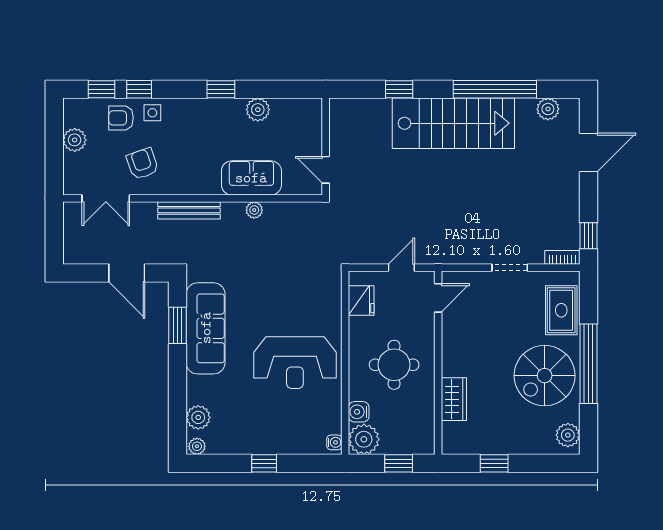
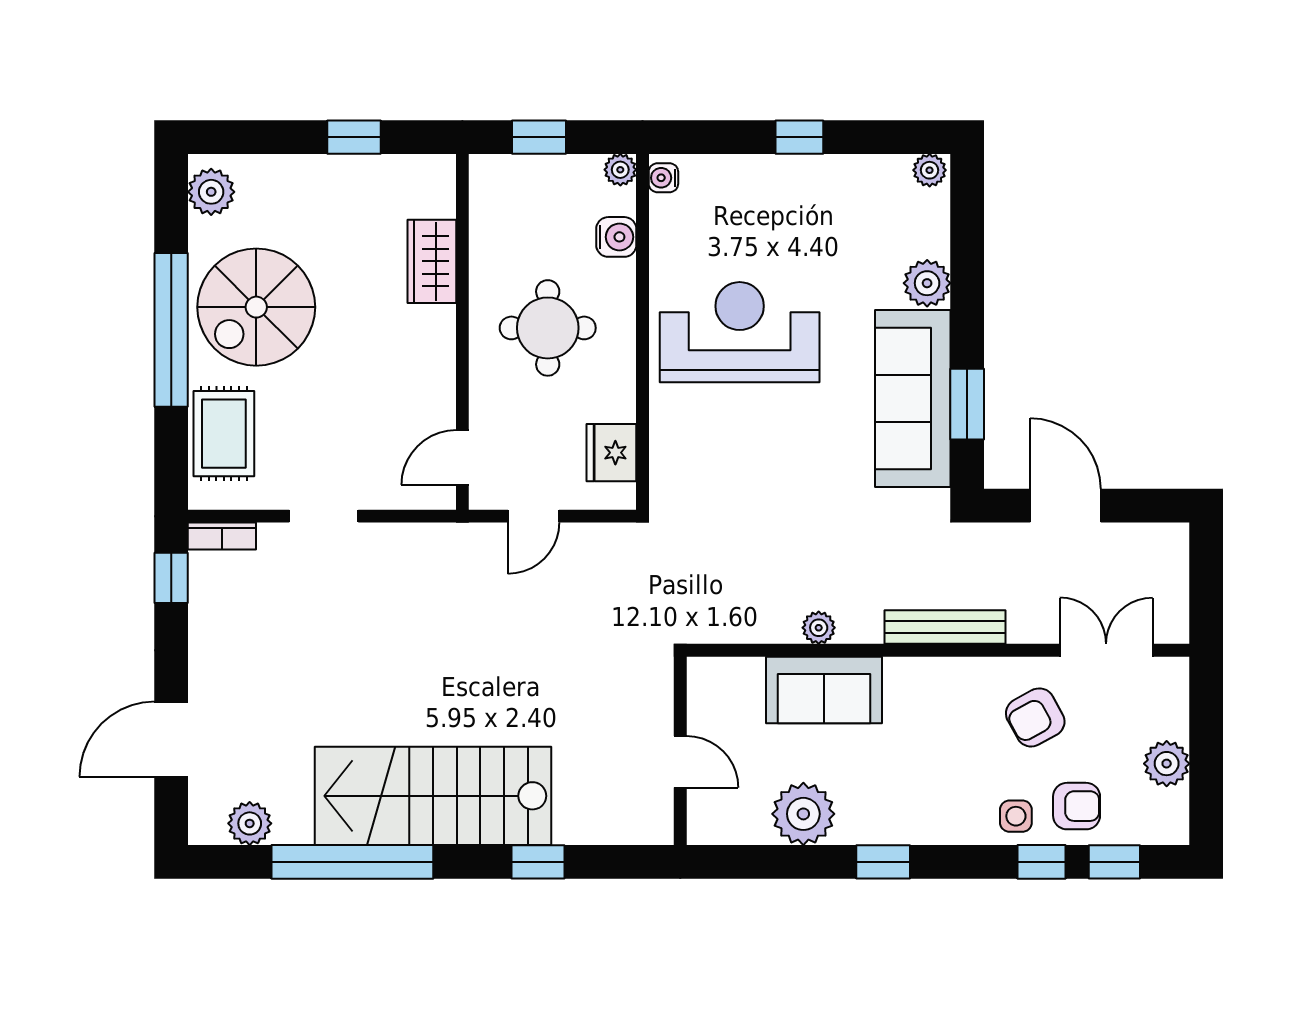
plant: (258, 110) -> (803, 814), width x1.36, depth x1.36
armchair: (142, 164) -> (1035, 717), turned 80
door: (326, 170) -> (680, 762), moved
spiral stairs: (545, 376) -> (256, 307), turned 180
plant: (198, 417) -> (927, 283), moved
plant: (364, 439) -> (620, 170), width x0.53, depth x0.53

